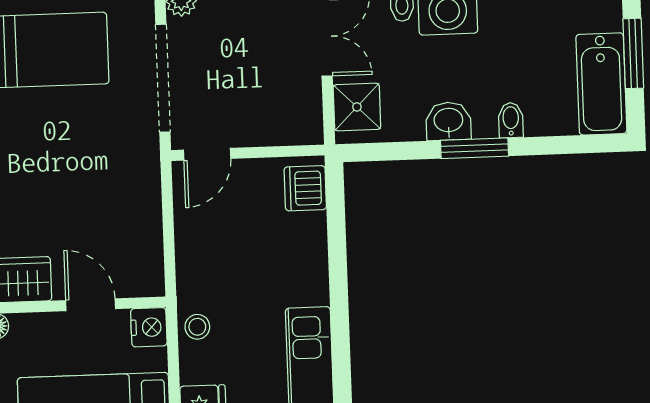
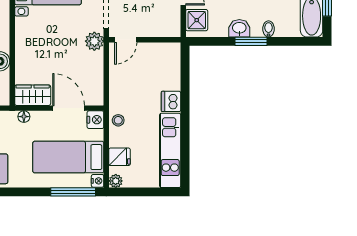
plant: (140, 160) -> (94, 41), added
dishwasher: (305, 188) -> (171, 101), moved
door: (91, 305) -> (69, 108), width x1.38

